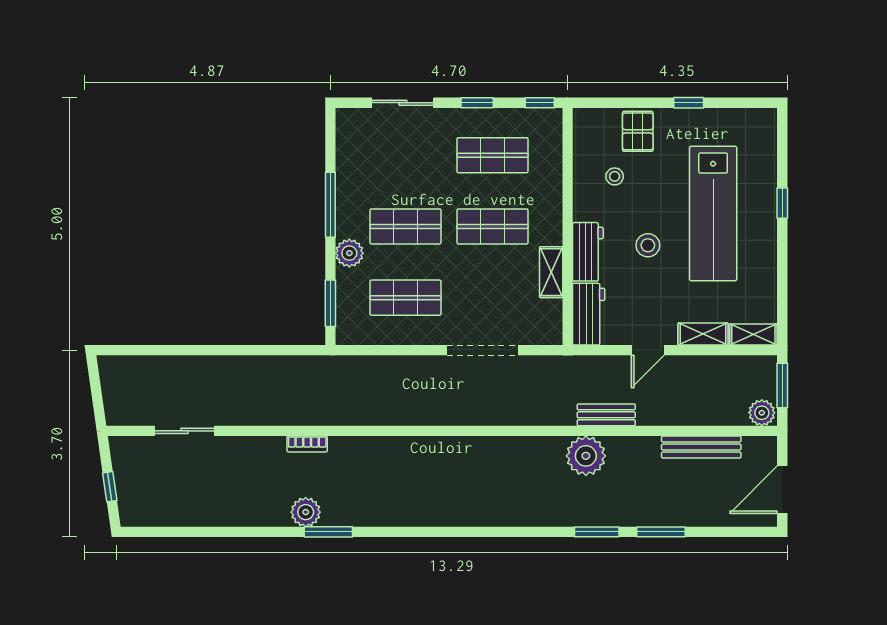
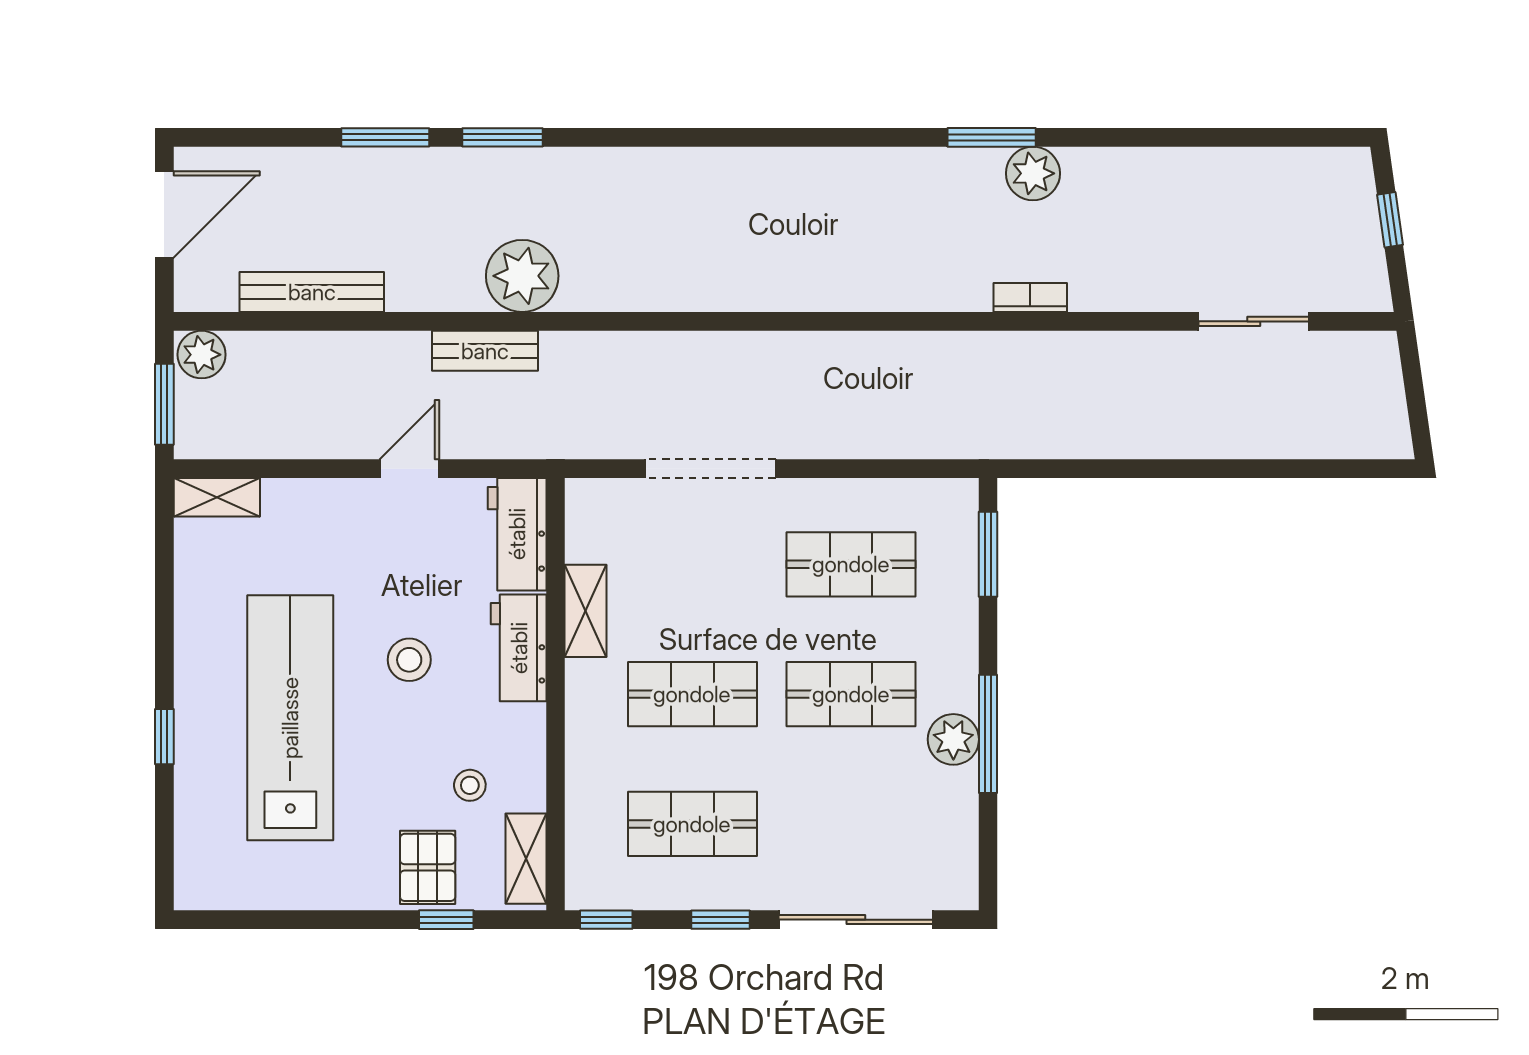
sliding door: (403, 103) -> (856, 920), width x1.37
window: (689, 103) -> (446, 920), moved
plant: (349, 253) -> (953, 739), moved
shelving: (703, 334) -> (526, 859), moved, turned 90

